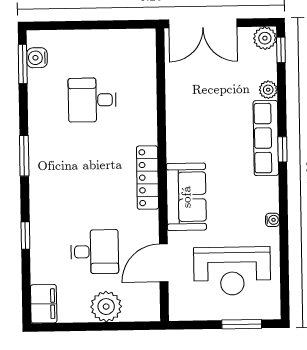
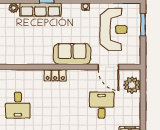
locker: (148, 178) -> (55, 75), width x0.66
plant: (106, 307) -> (132, 85), moved

